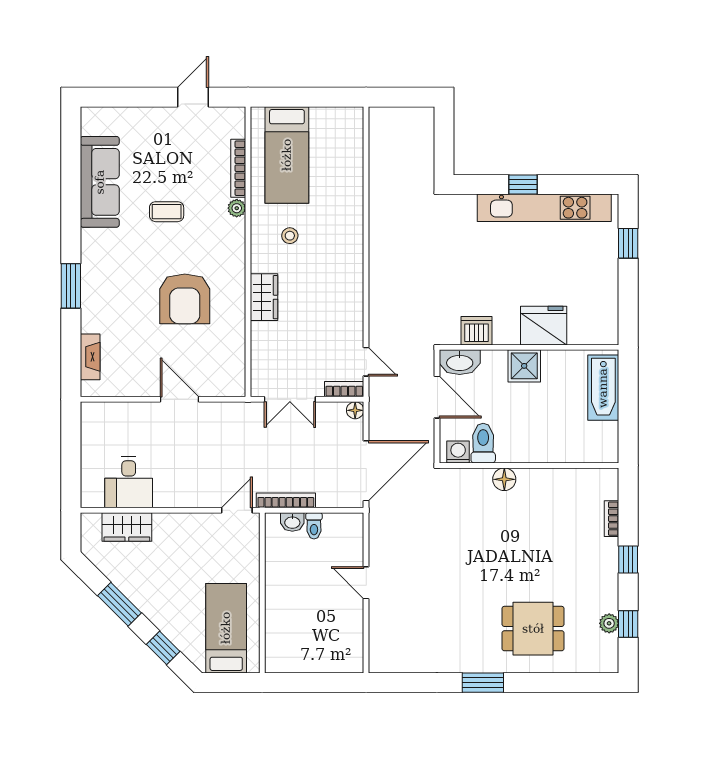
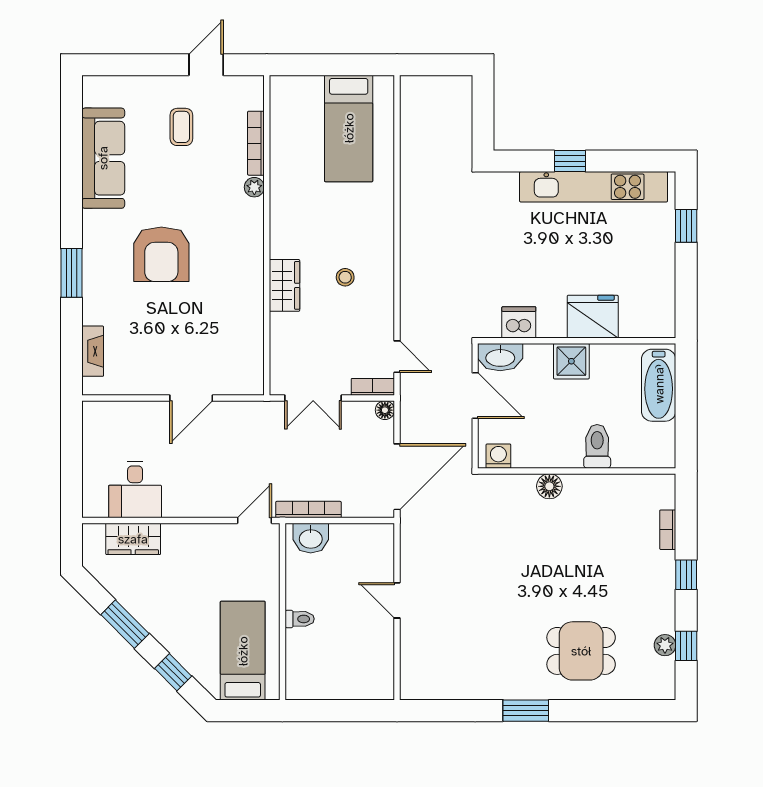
bed: (287, 155) -> (349, 128), moved
coffee table: (167, 212) -> (181, 127), moved, turned 90
stool: (290, 236) -> (345, 277), moved
armchair: (185, 299) -> (161, 254), moved
door: (179, 399) -> (191, 398), swing flipped
toilet: (483, 443) -> (597, 446), moved
washbasin: (292, 522) -> (311, 538), width x1.38, depth x1.45
toilet: (314, 526) -> (300, 619), moved, turned -90

